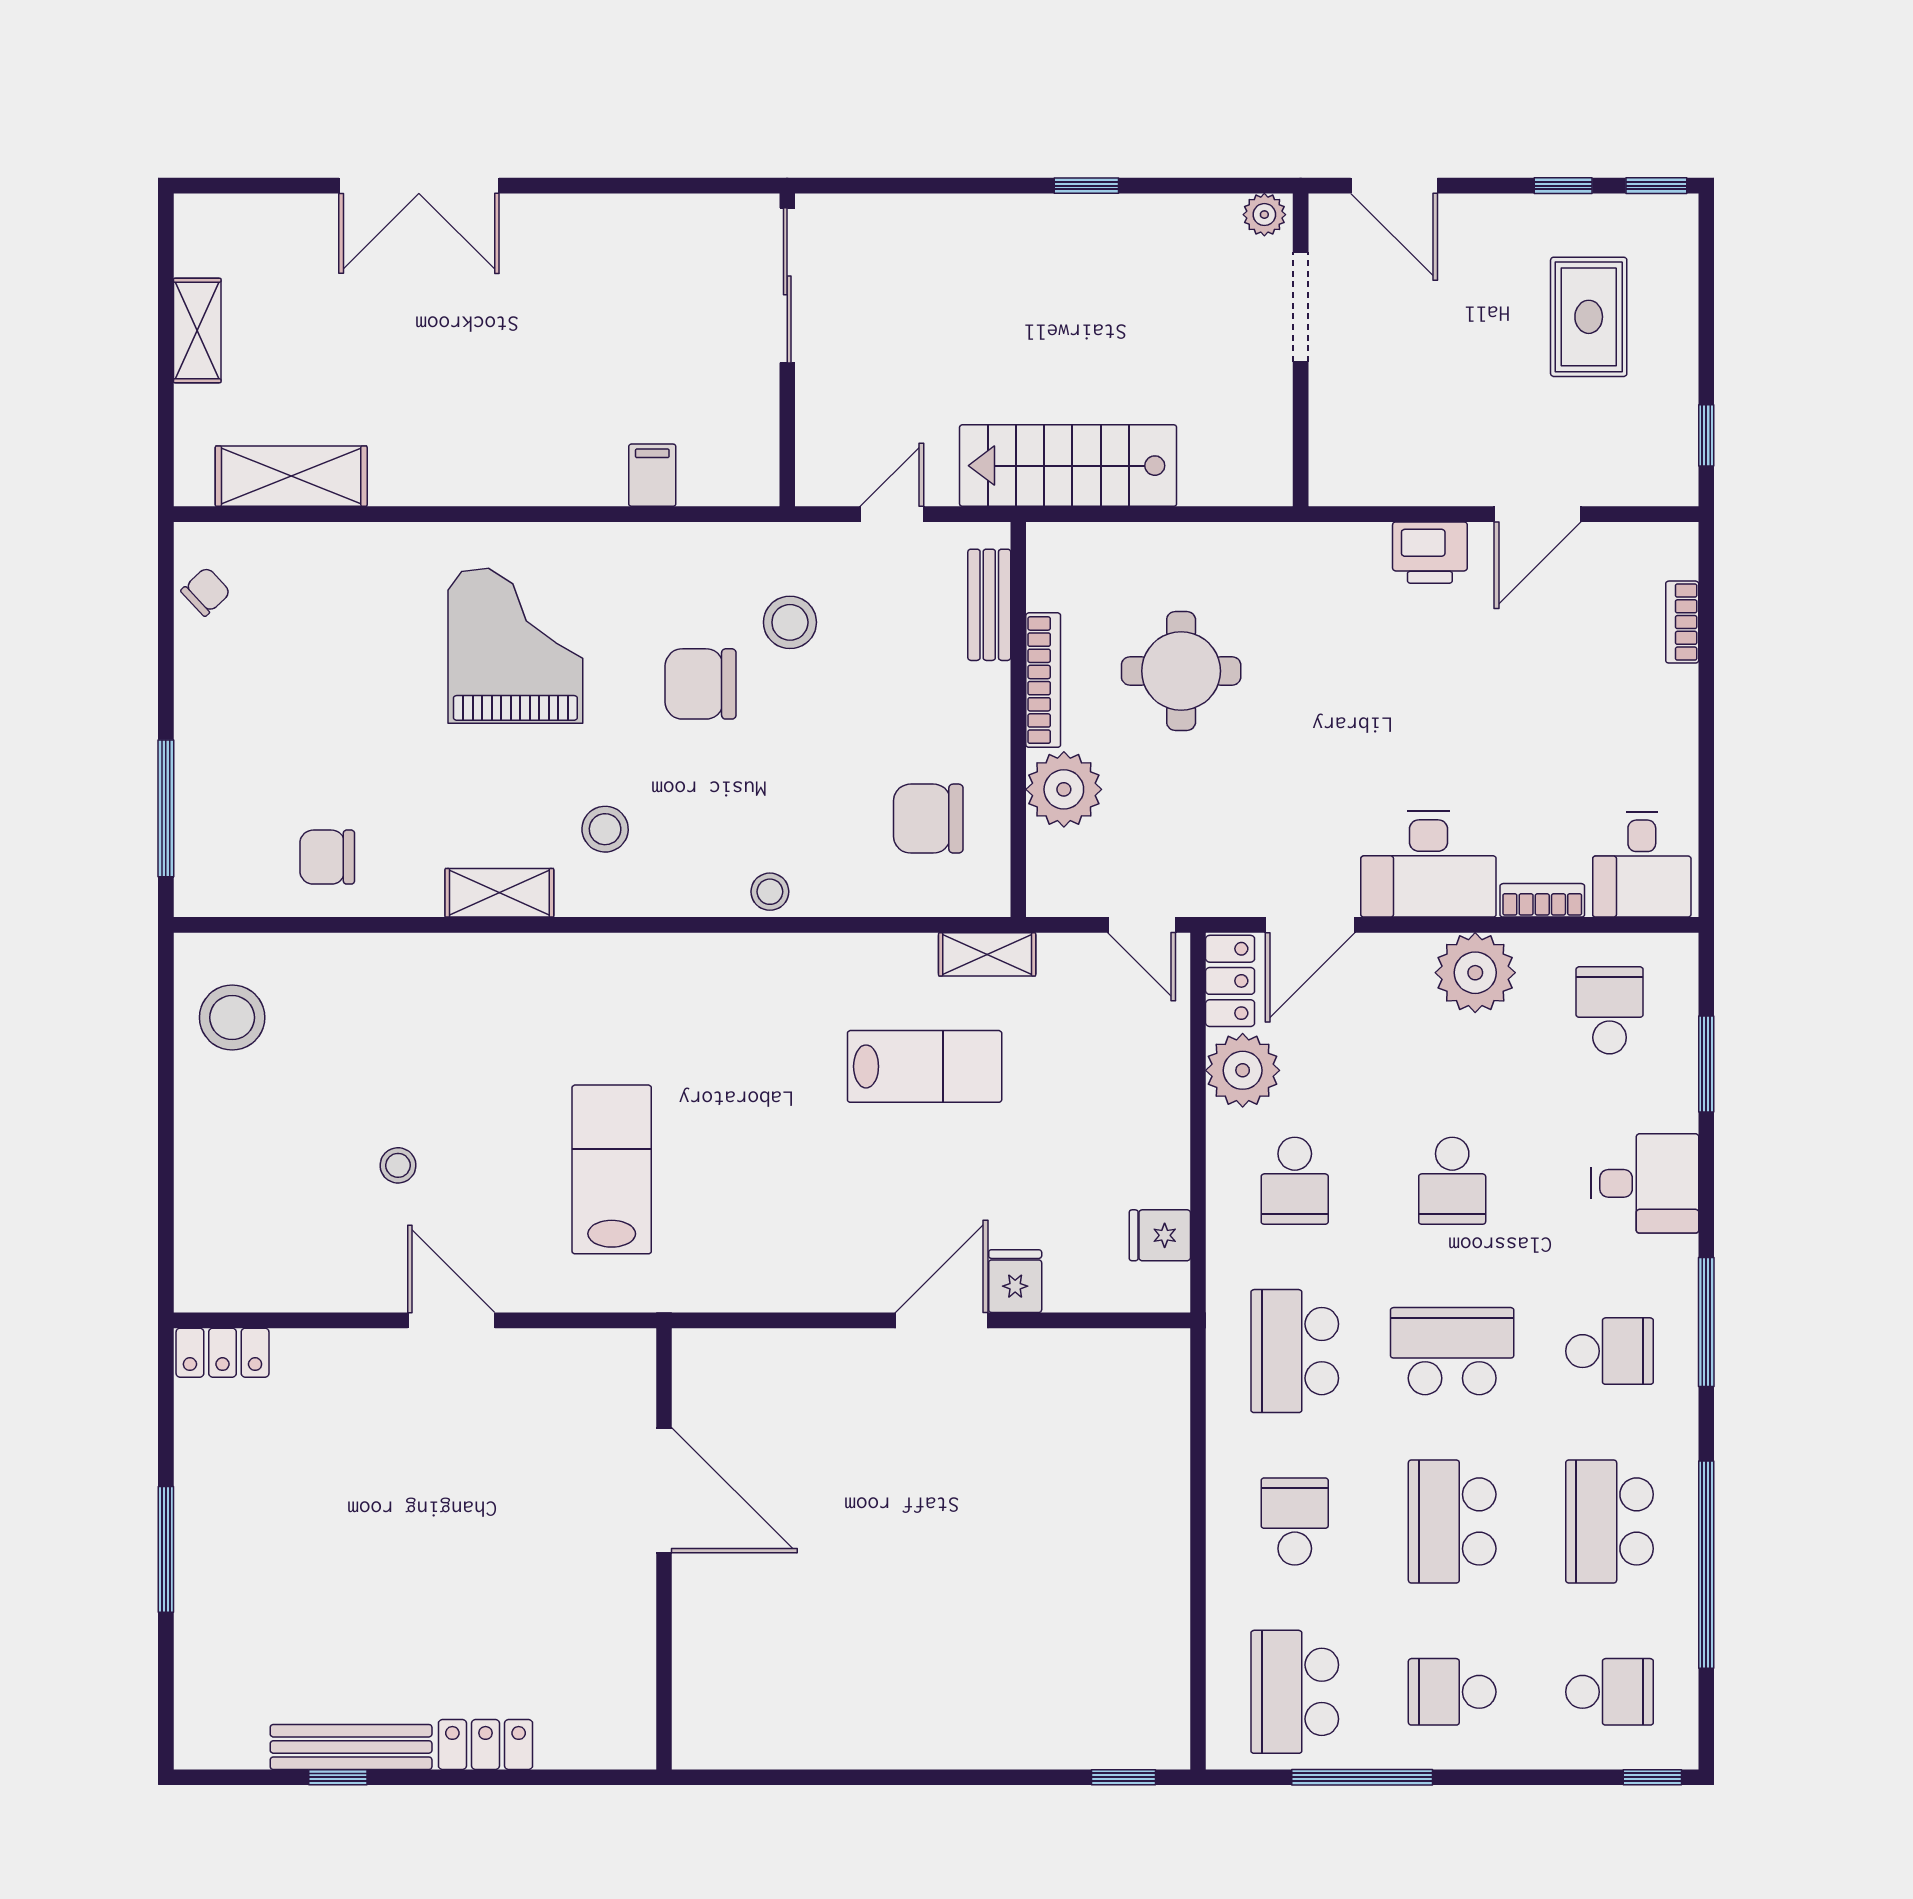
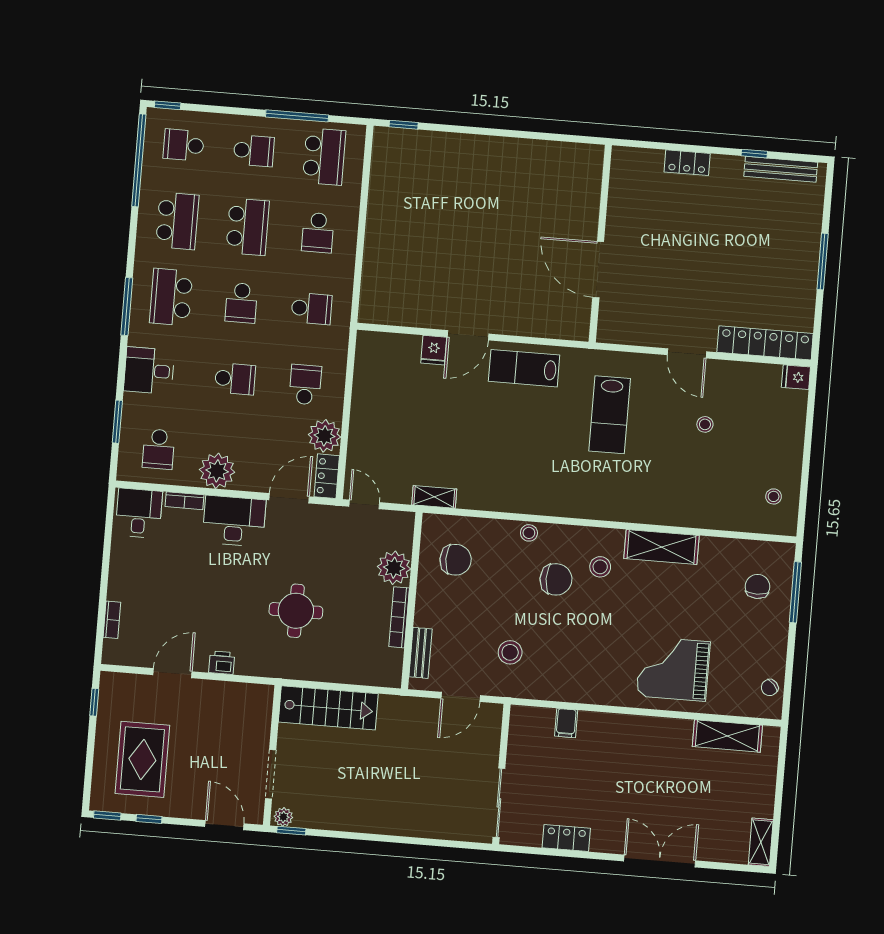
window: (1086, 186) -> (291, 831), moved
locker: (631, 219) -> (566, 838), added
rug: (1589, 317) -> (142, 759), width x1.36, depth x1.43
shelving: (197, 331) -> (761, 842), moved
stairs: (1068, 466) -> (328, 708), moved
door: (892, 514) -> (461, 697), width x1.37
printer: (1430, 553) -> (222, 663), width x0.73, depth x0.81
grand piano: (515, 646) -> (673, 669), moved, turned 90
round table: (1181, 671) -> (296, 611), moved
chair: (701, 684) -> (556, 579), moved
chair: (327, 857) -> (757, 586), moved, turned -90
shelving: (499, 893) -> (661, 547), width x1.50, depth x1.33
stool: (232, 1018) -> (774, 496), width x0.53, depth x0.53
lab bench: (925, 1066) -> (524, 368), moved
school desk: (1452, 1181) -> (235, 379), turned 90
fridge: (1160, 1235) -> (796, 377), moved, turned 180
school desk: (1295, 1351) -> (312, 309), width x0.54
school desk: (1452, 1351) -> (241, 303), width x0.54
school desk: (1610, 1351) -> (171, 297), width x1.85
locker: (222, 1353) -> (765, 343), width x2.16, depth x1.21
window: (1706, 1565) -> (139, 160), moved
bench: (351, 1747) -> (781, 169), moved

